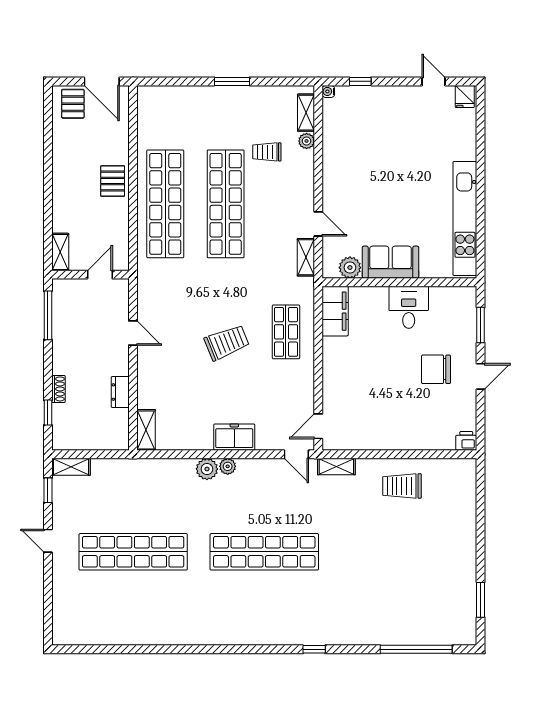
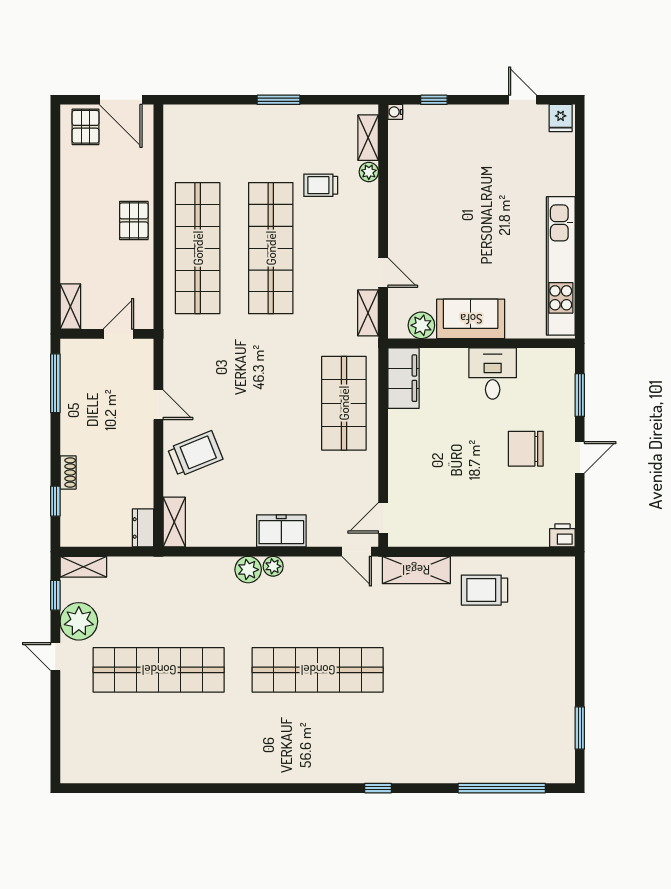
shop shelf: (286, 332) -> (344, 403), width x1.43, depth x1.36
trolley: (227, 342) -> (195, 454), moved
dresser: (120, 392) -> (143, 528), moved
shelving: (336, 467) -> (416, 570), width x1.50, depth x1.33
plant: (67, 512) -> (79, 621), added

